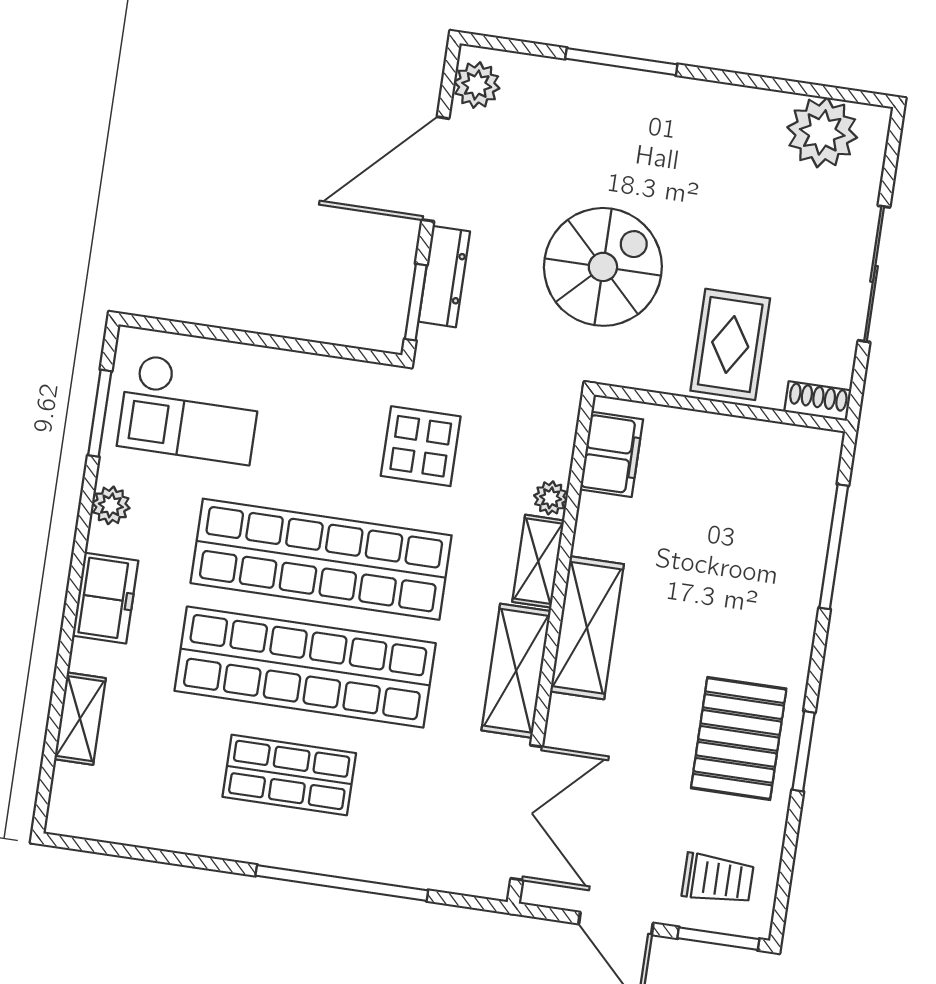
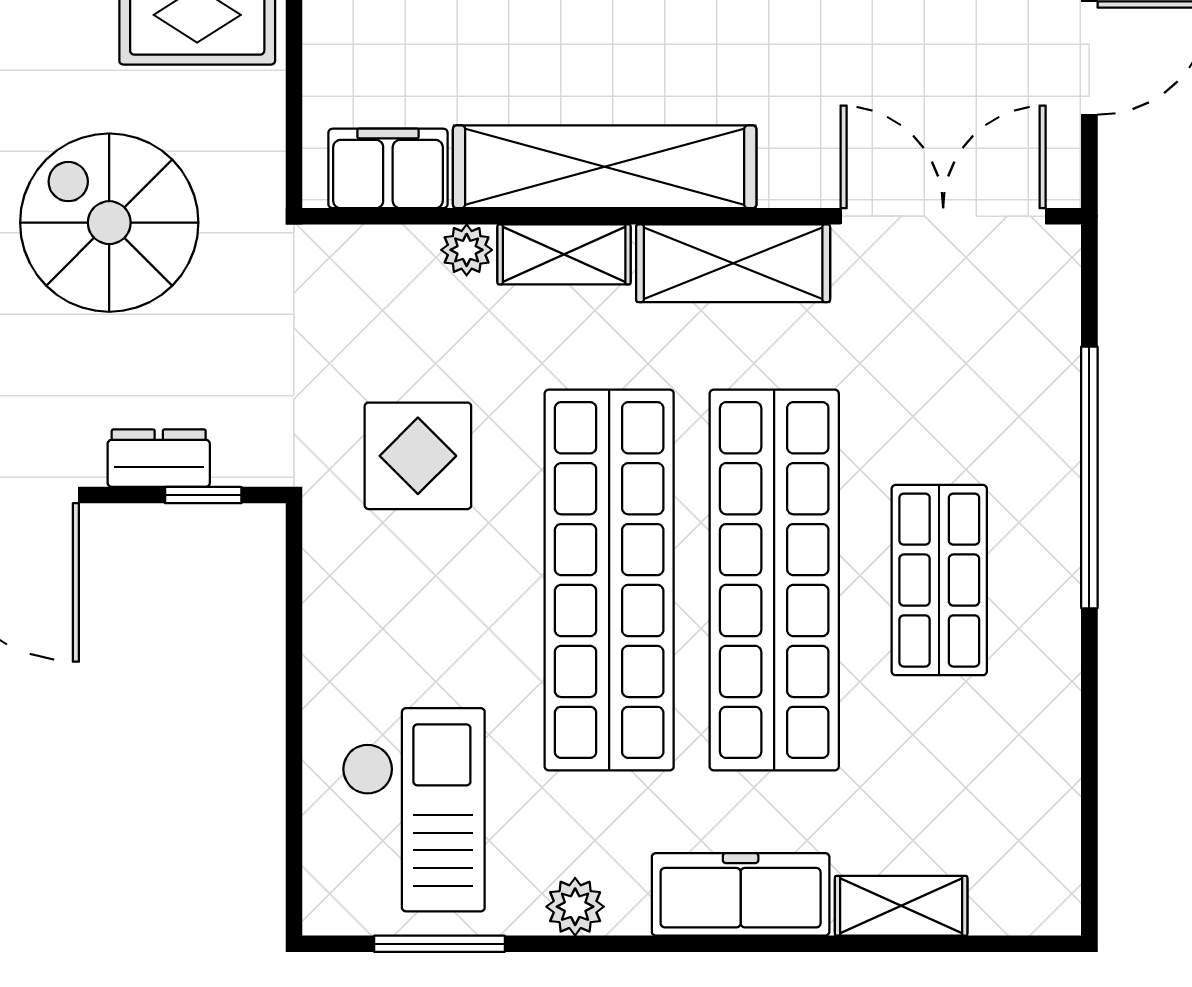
dresser: (444, 277) -> (159, 458), width x0.70
window: (416, 302) -> (203, 495), width x0.67
freezer: (105, 598) -> (741, 894), width x1.40
shelving: (587, 628) -> (605, 167), width x1.47

